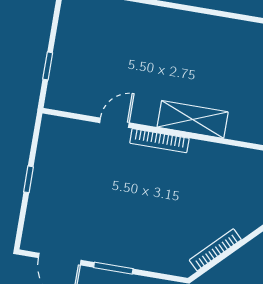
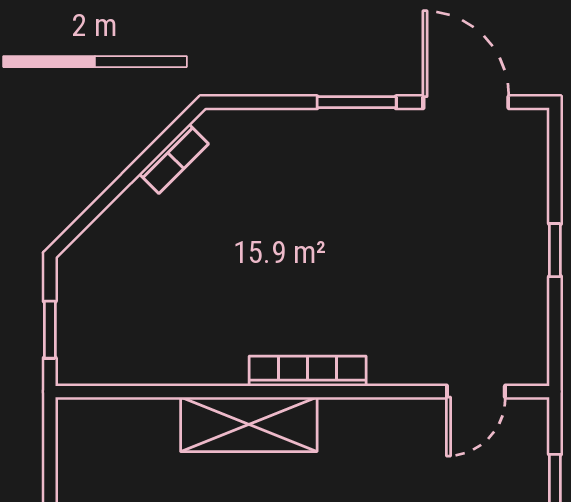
door: (114, 123) -> (476, 392), moved
bookcase: (215, 250) -> (174, 159), width x0.64

